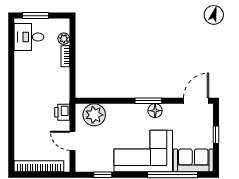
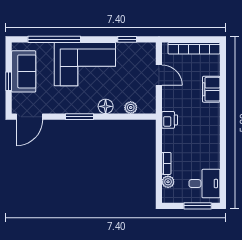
floor lamp: (155, 111) -> (106, 106), moved
printer: (62, 112) -> (170, 120), moved
plant: (94, 115) -> (131, 108), width x0.53, depth x0.53
filing cabinet: (22, 127) -> (211, 89), added
sofa: (193, 160) -> (24, 71), moved, turned -90

